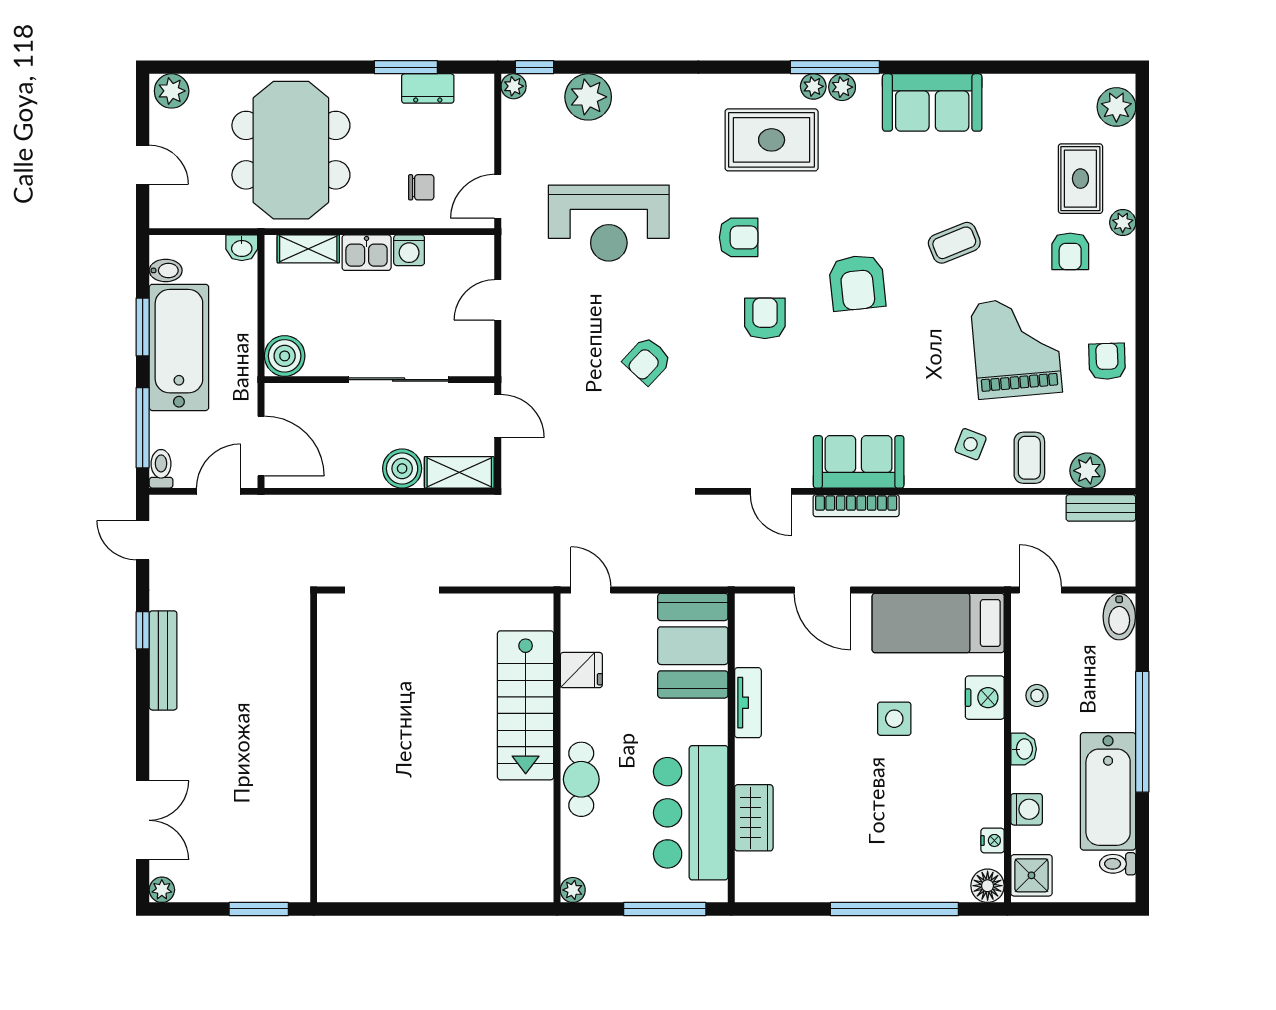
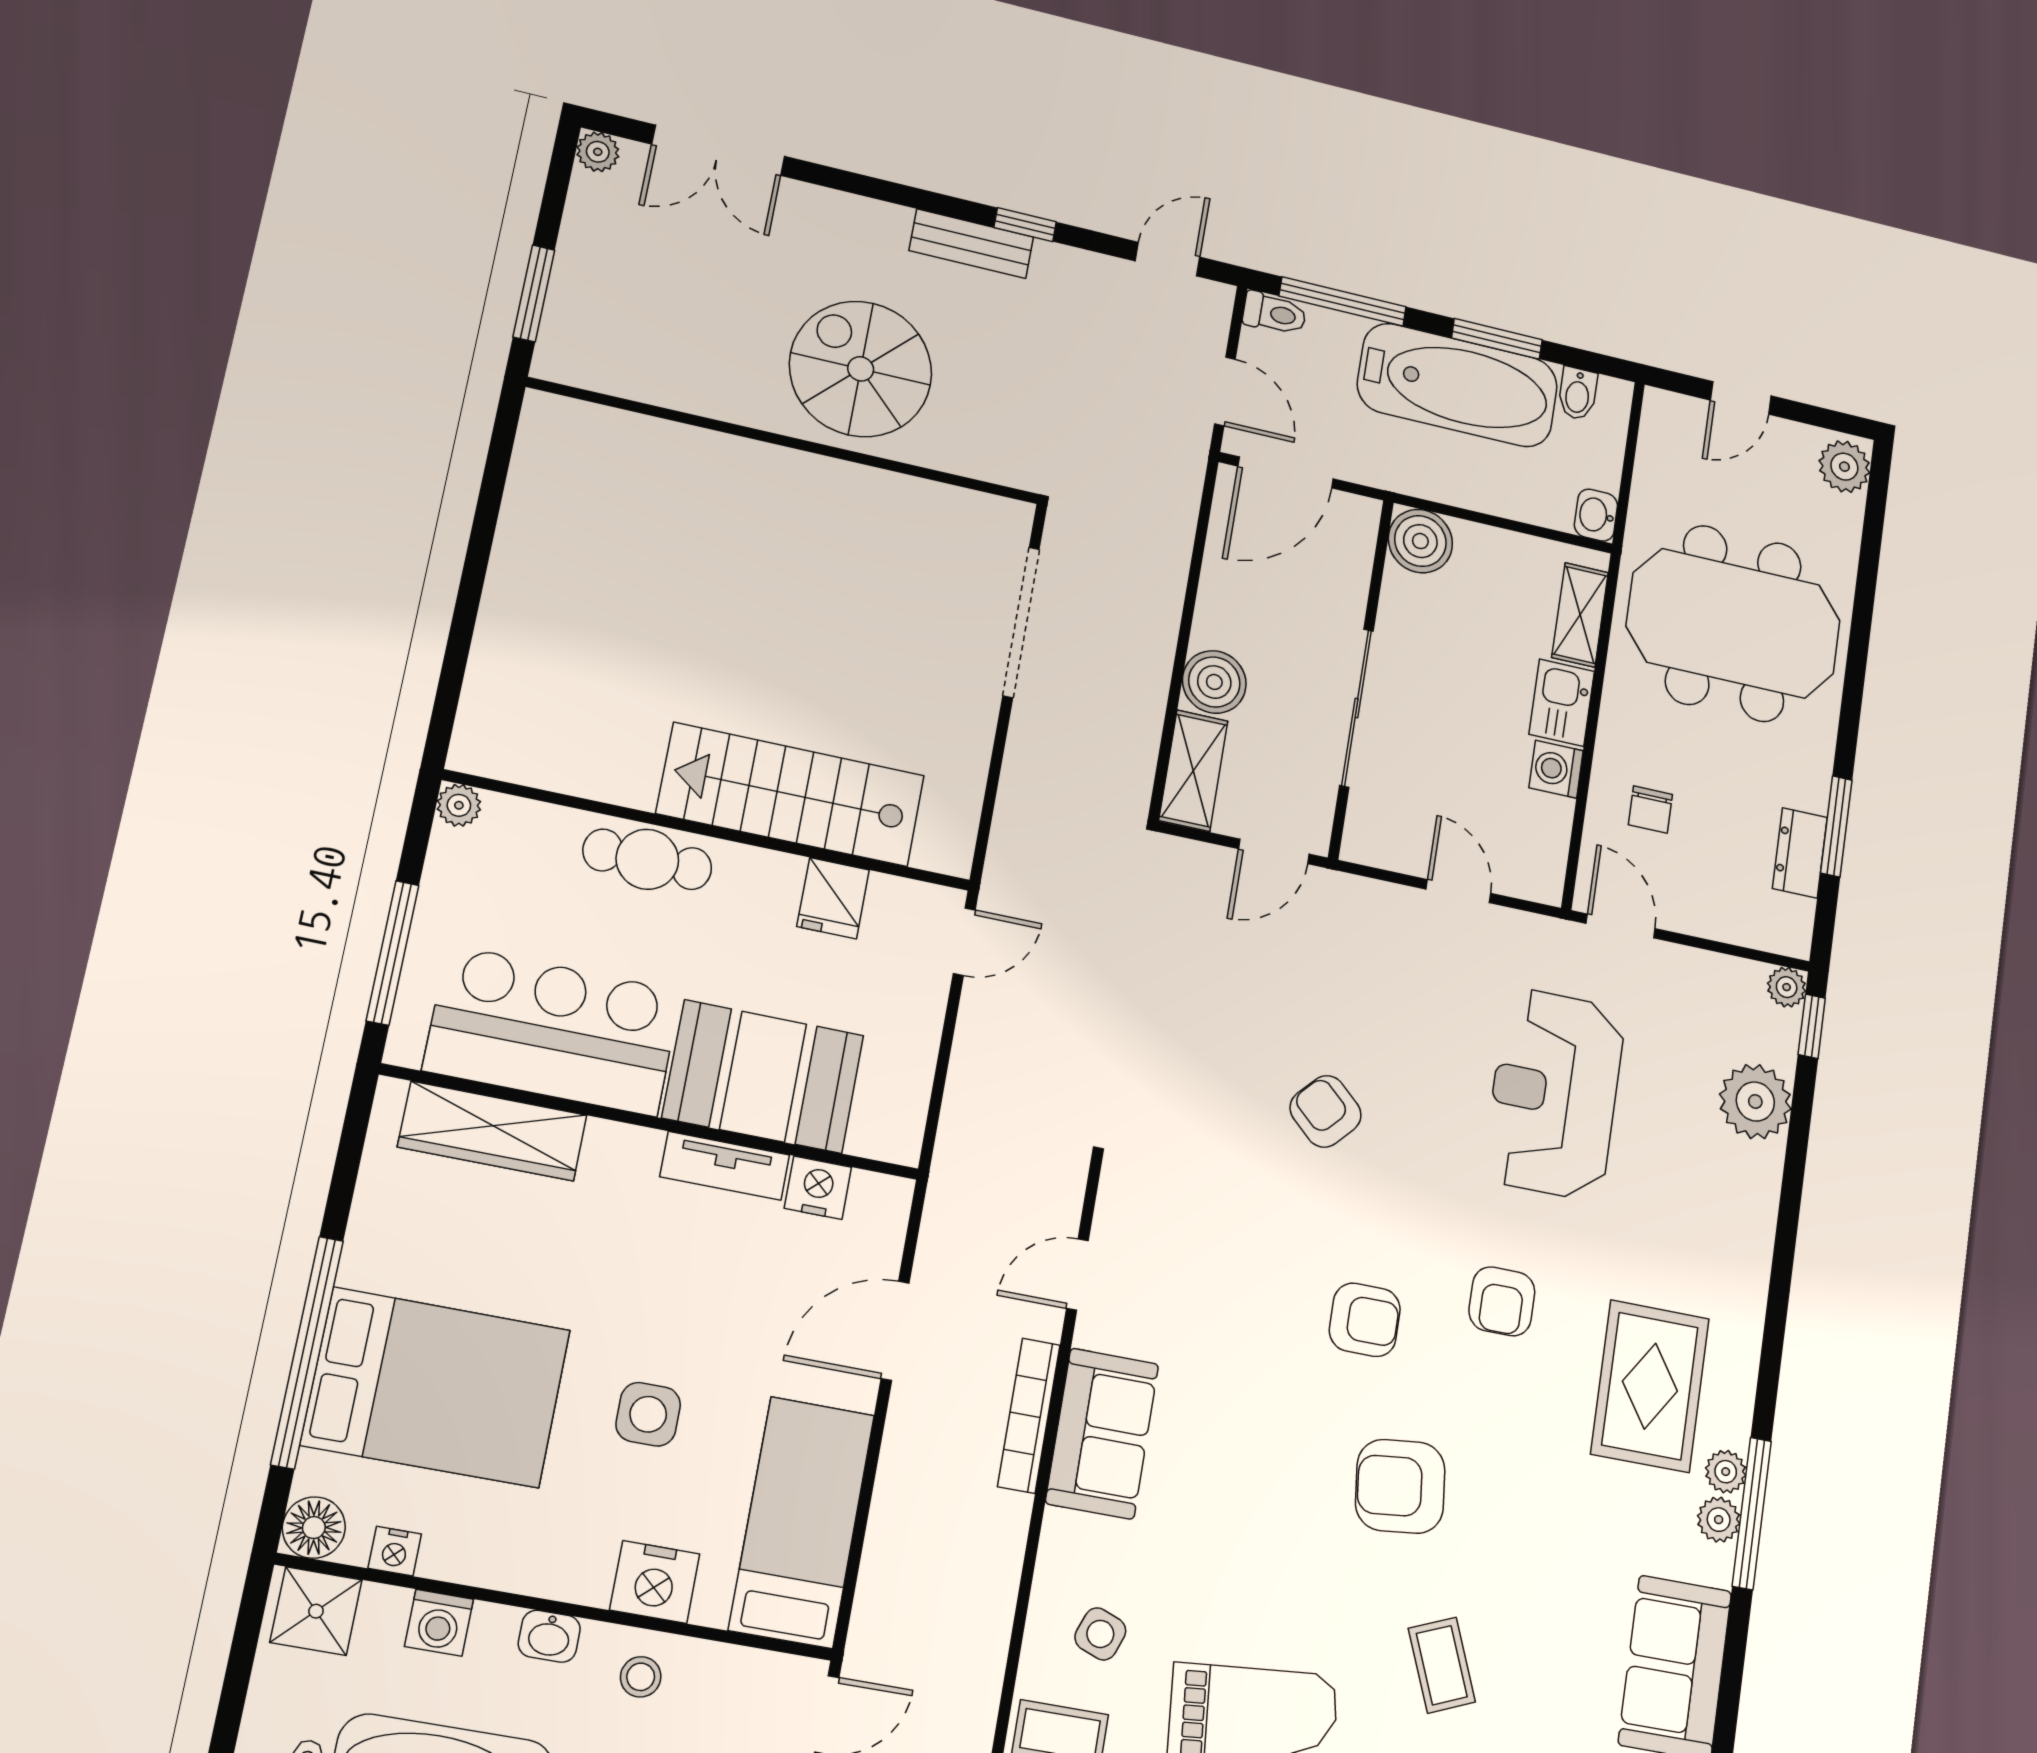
booth: (693, 646) -> (763, 1077), moved
nightstand: (750, 648) -> (818, 1188), added
bench: (163, 660) -> (971, 244), width x0.73
spiral stairs: (258, 712) -> (861, 369), added
wardrobe: (754, 818) -> (492, 1131), width x1.50
bed: (901, 836) -> (436, 1387), added

